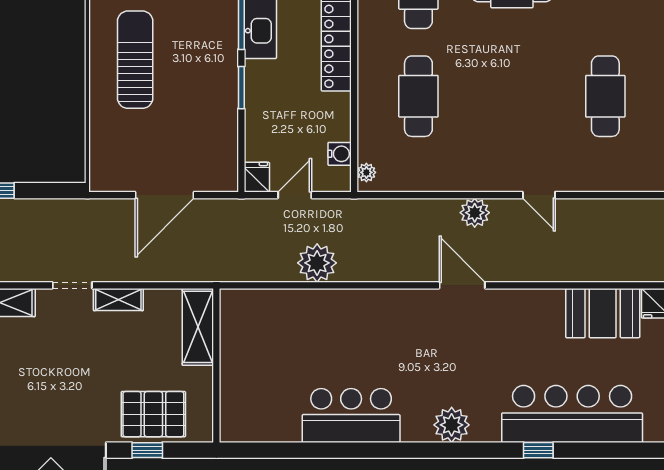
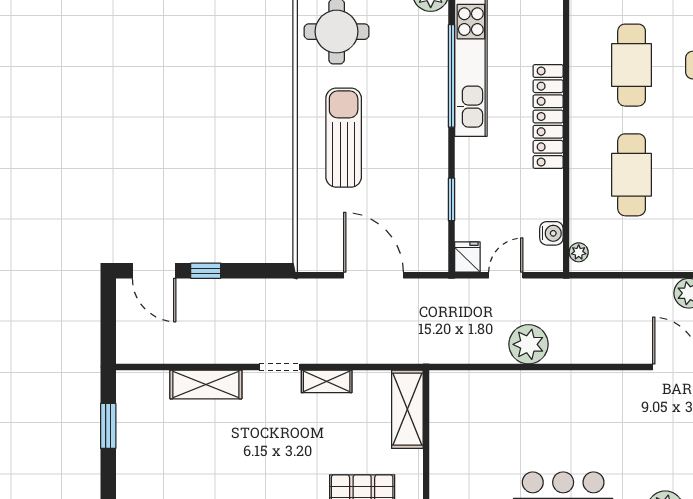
window: (241, 88) -> (452, 199), moved
door: (165, 195) -> (373, 275), swing flipped

